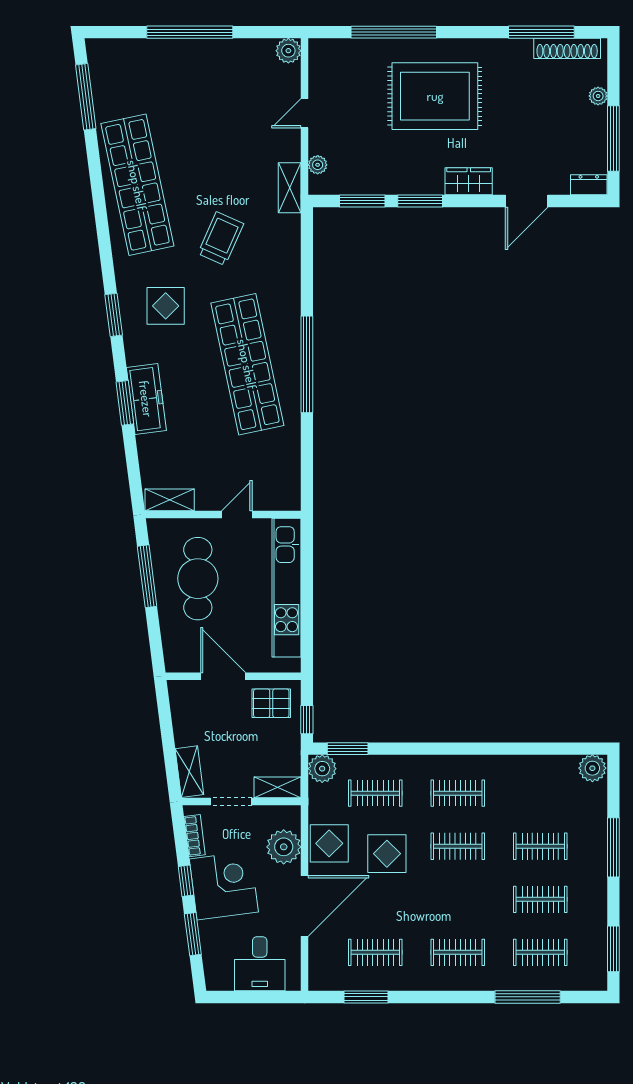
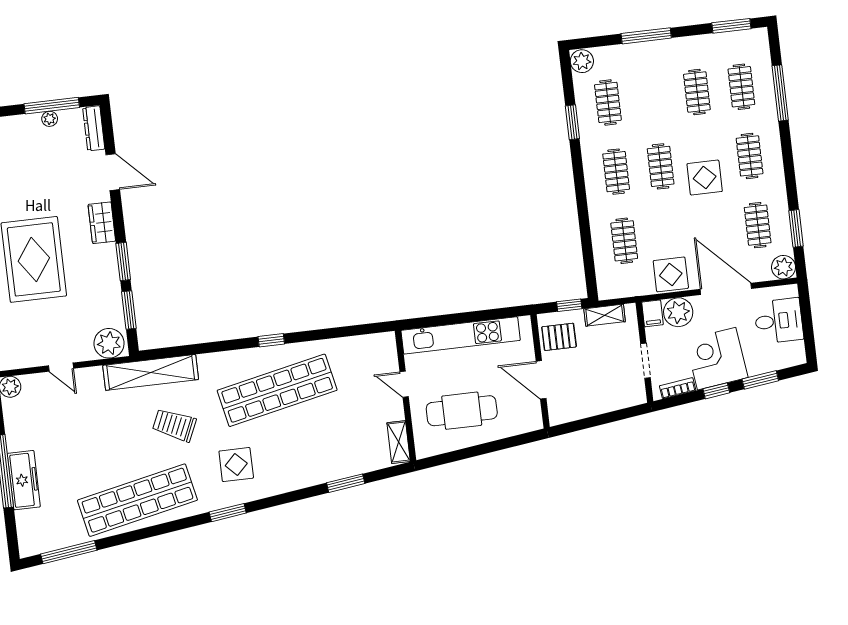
plant: (598, 96) -> (50, 119), moved
plant: (318, 165) -> (109, 343), width x1.87, depth x1.87
dresser: (589, 185) -> (94, 128), width x1.44
shelving: (290, 188) -> (151, 372), width x2.20, depth x1.33
window: (114, 315) -> (228, 513), moved
window: (307, 364) -> (271, 340), width x0.32
freezer: (146, 399) -> (24, 480), moved, turned 97
window: (125, 403) -> (346, 483), moved
window: (147, 576) -> (465, 453), removed
door: (223, 676) -> (541, 380), hinge flipped
pallet: (271, 703) -> (559, 337), turned 90
window: (348, 749) -> (572, 122), moved
plant: (322, 769) -> (784, 267), moved
shelving: (189, 772) -> (624, 399), removed
shelving: (277, 787) -> (605, 315), moved, turned 90
filing cabinet: (286, 816) -> (653, 313), added
clothes rail: (540, 846) -> (608, 102), moved
display table: (387, 854) -> (705, 178), moved

